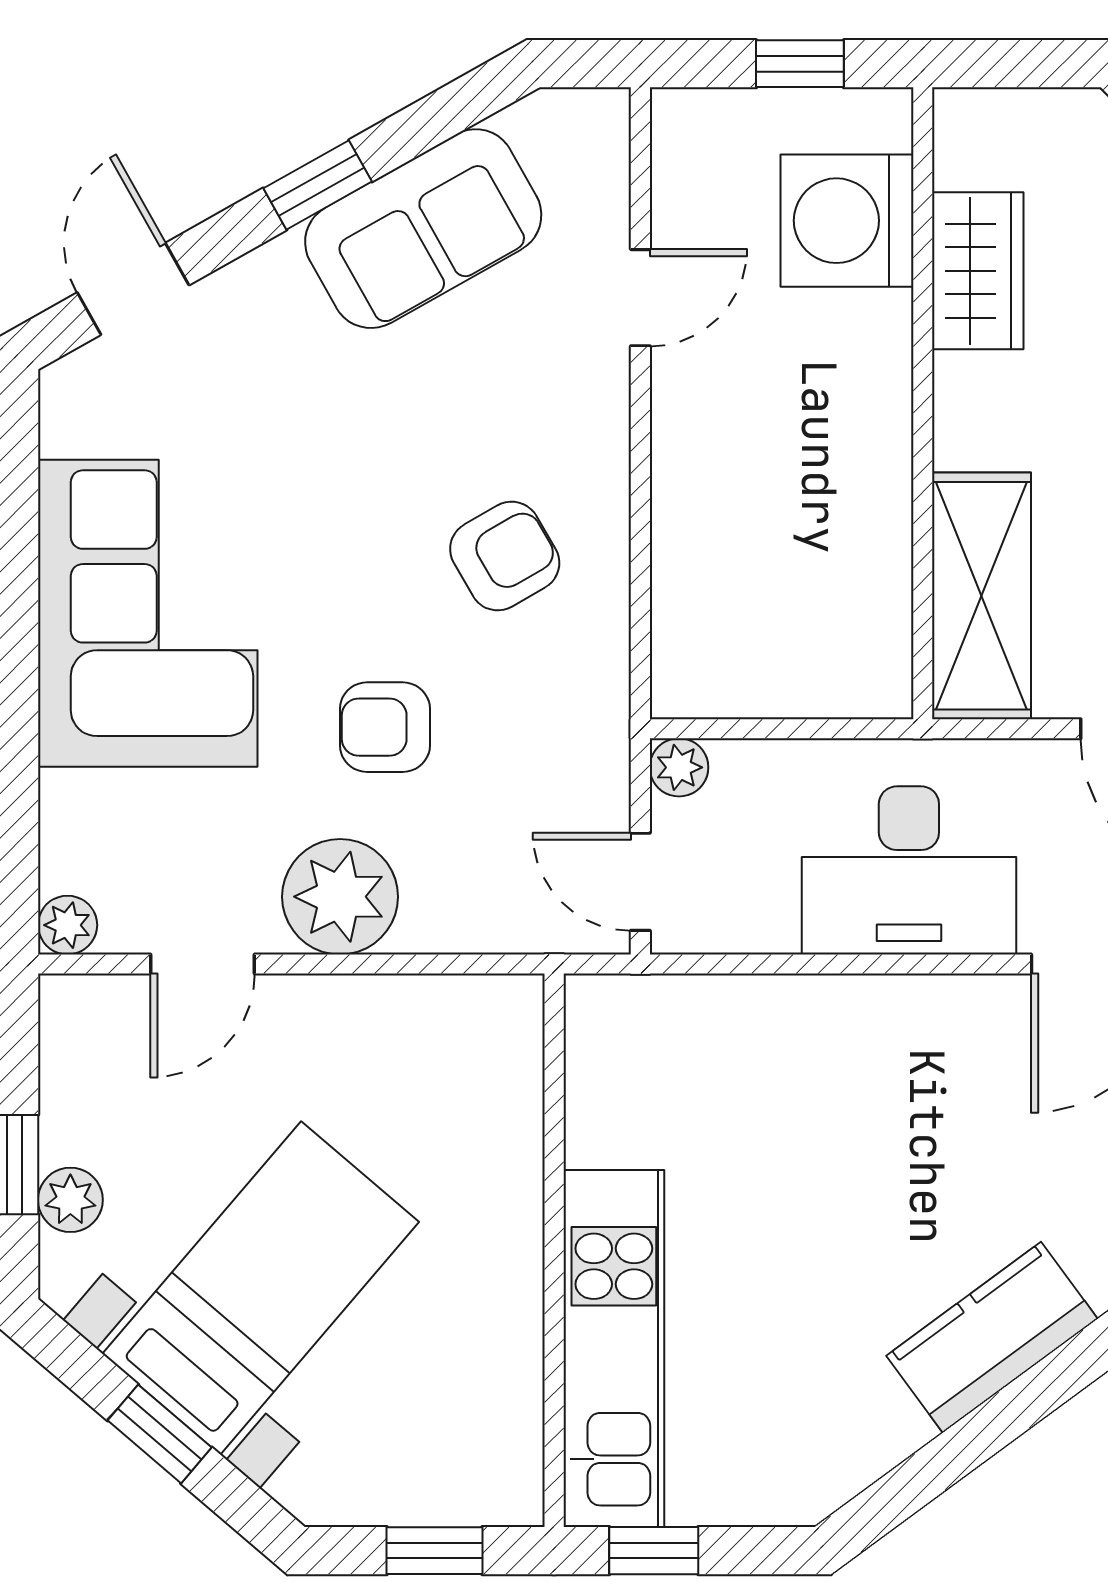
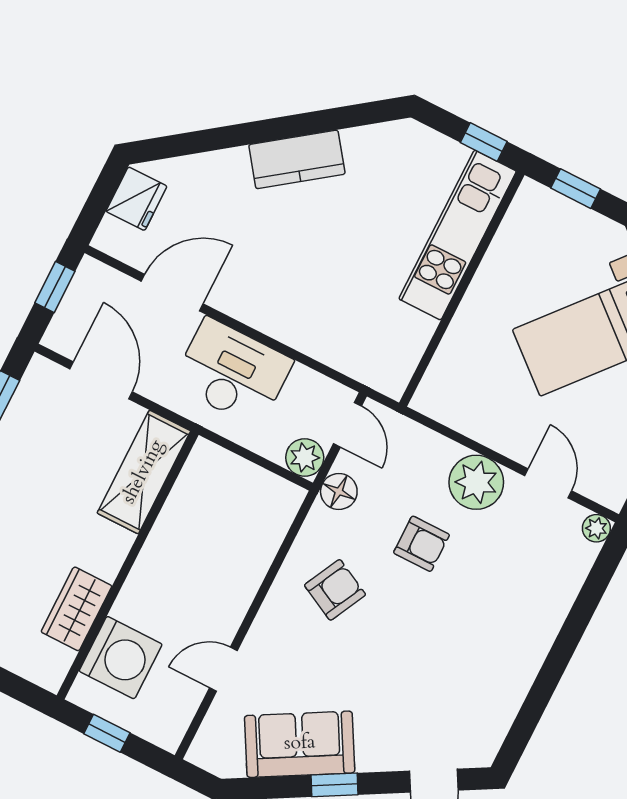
armchair: (505, 556) -> (335, 590), turned 147
corner sofa: (148, 613) -> (497, 642), removed
floor lamp: (592, 747) -> (339, 492), added
plant: (679, 767) -> (305, 458), width x1.38, depth x1.38
door: (202, 964) -> (548, 483), hinge flipped

